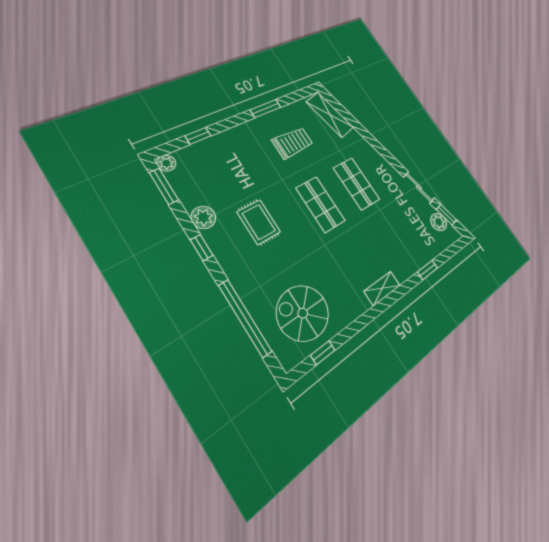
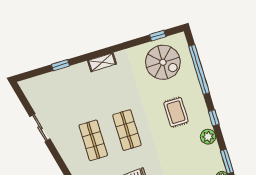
window: (446, 215) -> (25, 102), removed
rug: (259, 222) -> (176, 112), moved
plant: (439, 222) -> (34, 98), removed

